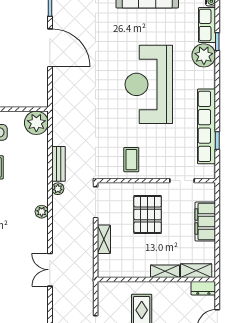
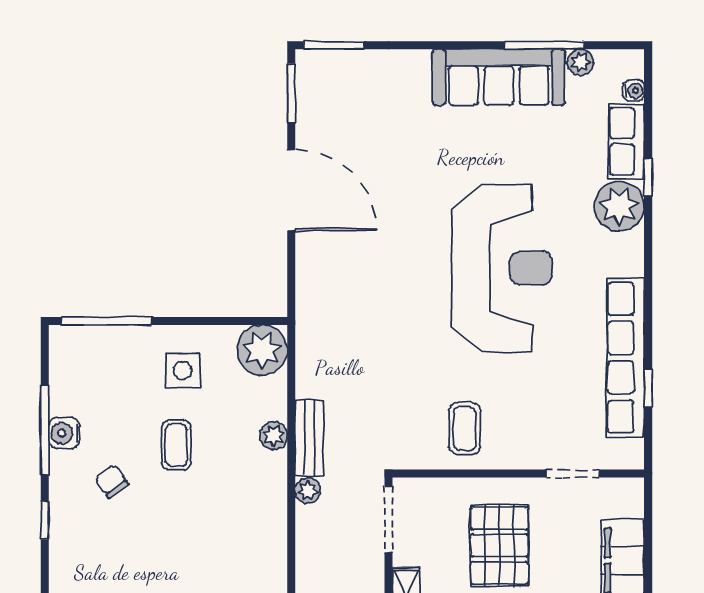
reception desk: (149, 84) -> (502, 268), turned 180
plant: (42, 212) -> (274, 436), moved

